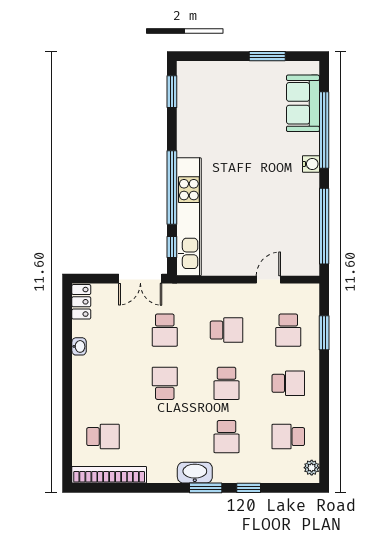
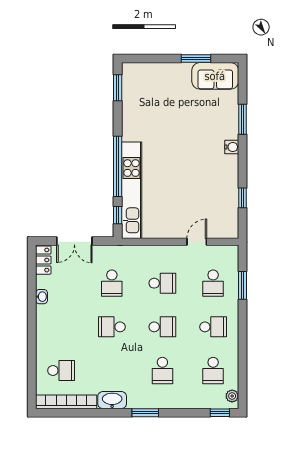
sofa: (303, 103) -> (215, 76), moved, turned -90
window: (324, 130) -> (242, 119), width x0.47
window: (324, 226) -> (242, 198), width x0.32
double door: (140, 279) -> (74, 241), moved
school desk: (165, 383) -> (112, 327), turned -90
school desk: (227, 383) -> (162, 327), turned -90
school desk: (288, 437) -> (213, 371), turned -90
washbasin: (195, 473) -> (112, 400), moved
window: (249, 488) -> (220, 413), moved

